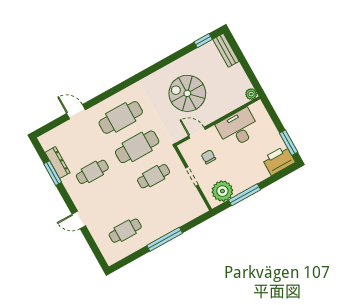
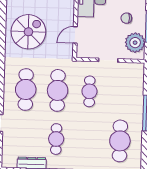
spiral stairs: (187, 93) -> (28, 32), moved, turned 180
chair: (208, 157) -> (126, 18), moved
cafe table: (125, 231) -> (120, 141), width x1.37, depth x1.35

